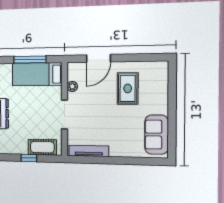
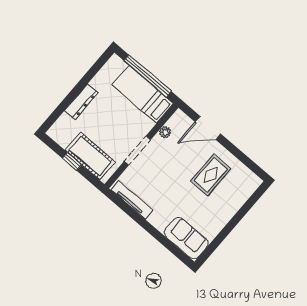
window: (30, 60) -> (148, 76), width x1.46
sofa: (156, 135) -> (186, 238), moved, turned 90
cot: (42, 147) -> (90, 156), width x1.37, depth x1.34

